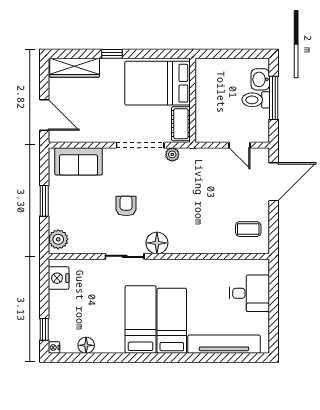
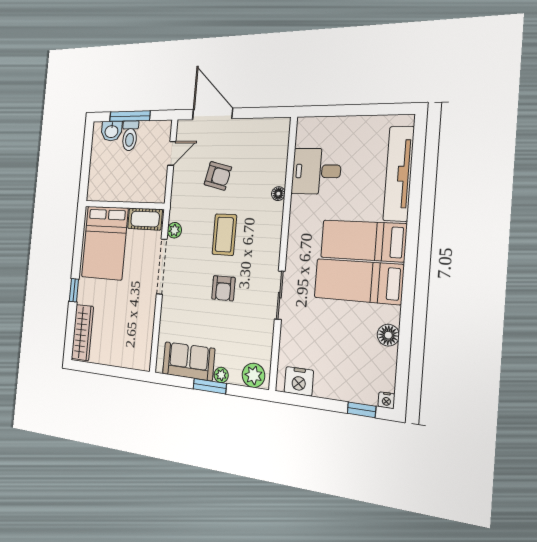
door: (44, 115) -> (123, 373), removed
sofa: (79, 161) -> (188, 361), moved, turned -90
armchair: (220, 192) -> (218, 176), added
armchair: (126, 206) -> (223, 288), turned -90
plant: (55, 211) -> (221, 375), added
coffee table: (248, 229) -> (224, 235), moved, width x1.36, depth x1.30
floor lamp: (157, 243) -> (278, 194), moved, width x0.53, depth x0.53
desk: (250, 293) -> (316, 171), moved, turned -90
floor lamp: (86, 345) -> (388, 335), moved

